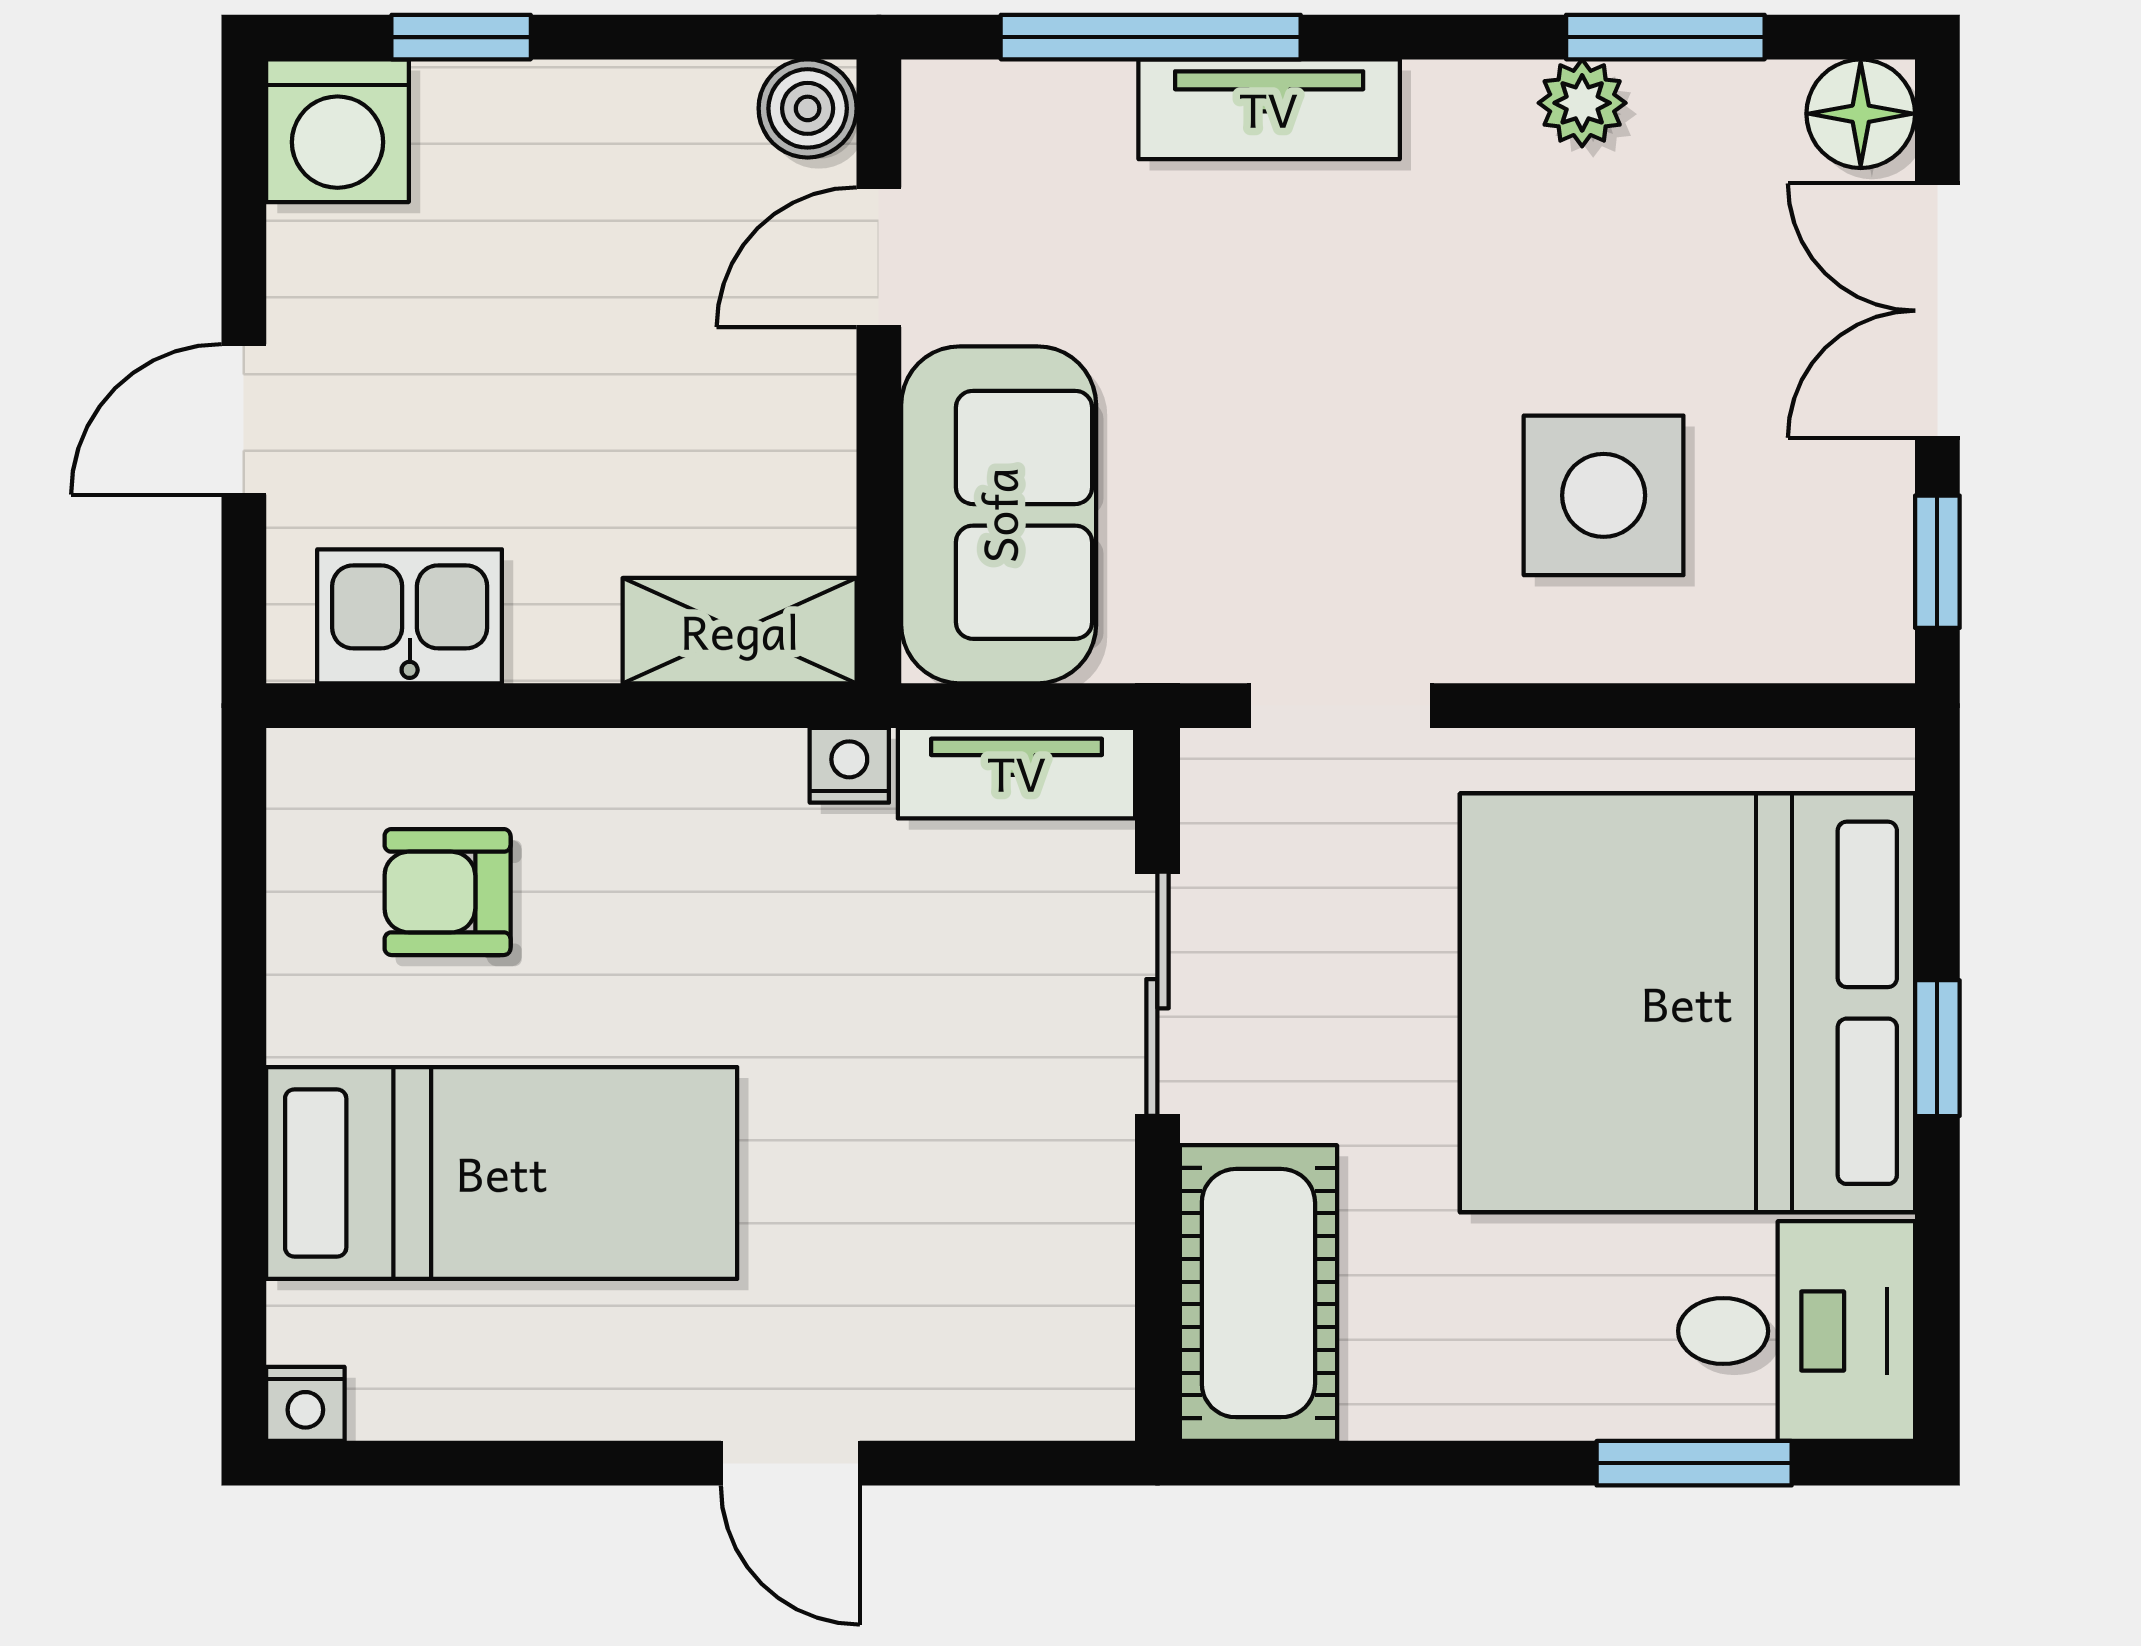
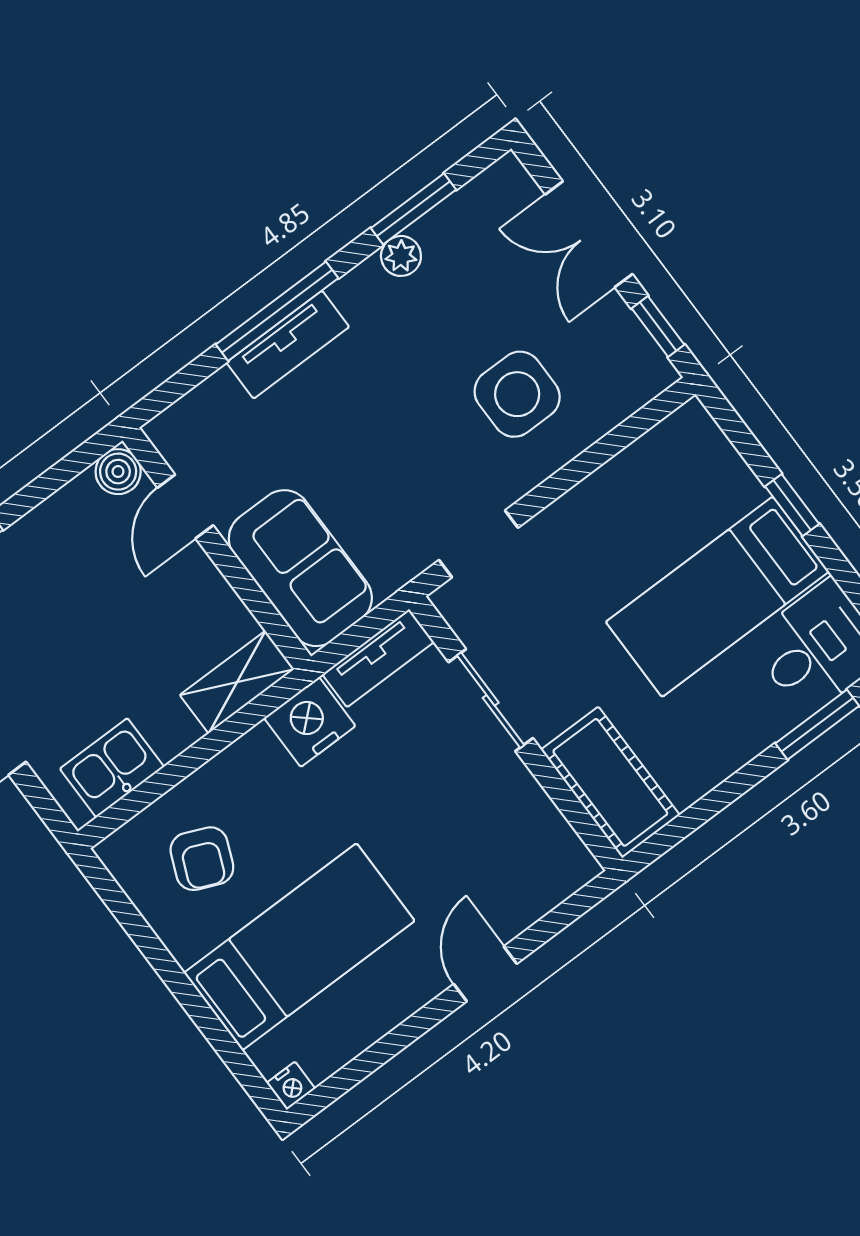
window: (1151, 37) -> (277, 311), moved
floor lamp: (1861, 114) -> (506, 183), removed
nightstand: (849, 765) -> (310, 722), width x1.89, depth x1.79
armchair: (448, 892) -> (202, 859), turned -67
bed: (1687, 1003) -> (717, 597), width x0.49
door: (790, 1463) -> (485, 974), swing flipped

